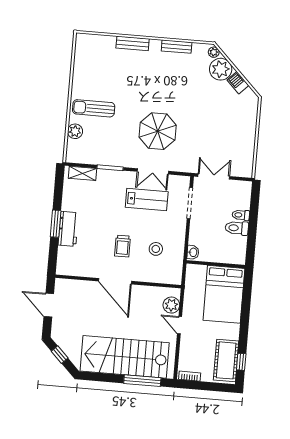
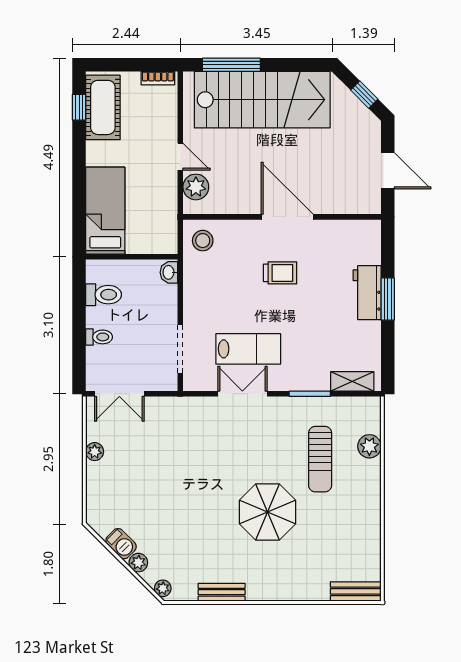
bench: (133, 43) -> (356, 591), moved
plant: (221, 69) -> (138, 563), width x0.53, depth x0.53
sun lounger: (94, 108) -> (320, 459), moved, turned 90
parasol: (158, 131) -> (267, 512), moved
plant: (250, 143) -> (95, 452), added
double door: (214, 176) -> (119, 394), moved
lab bench: (147, 200) -> (248, 349), turned 180
toilet: (237, 228) -> (104, 295), moved
trolley: (123, 246) -> (280, 273), turned 90
stool: (156, 249) -> (203, 241), moved
bed: (224, 294) -> (105, 211), width x0.67

